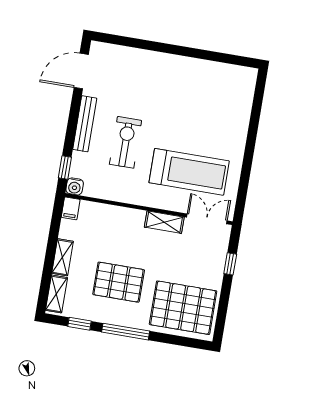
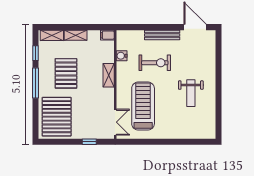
weight bench: (182, 95) -> (191, 93), added
window: (65, 168) -> (132, 27), removed
treadmill: (189, 172) -> (143, 106), turned 180
water cooler: (75, 186) -> (122, 56), moved
shelving: (164, 222) -> (109, 75), moved

